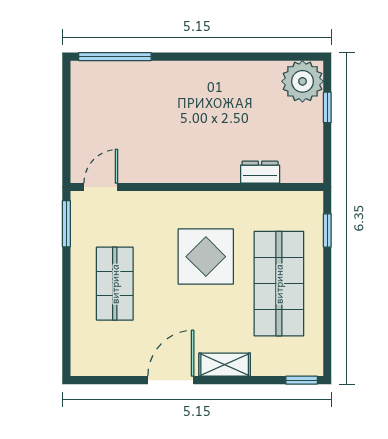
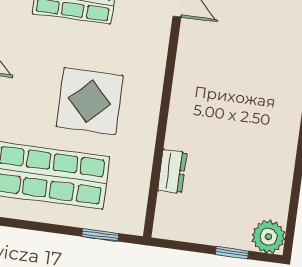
plant: (302, 81) -> (268, 237), width x0.73, depth x0.73

